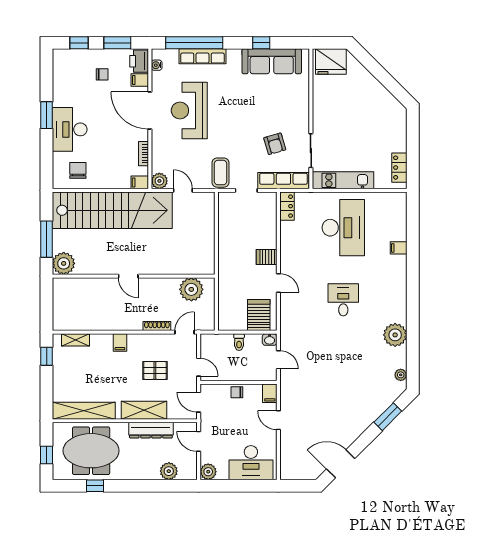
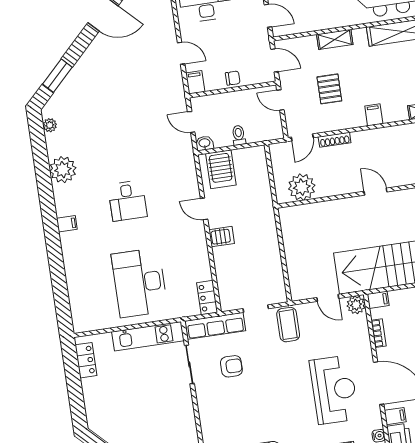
armchair: (275, 144) -> (231, 366), turned 106
filing cabinet: (399, 248) -> (67, 224), moved
pallet: (155, 370) -> (329, 89), turned 90
shelving: (144, 410) -> (335, 39), width x0.67, depth x0.75
dresser: (151, 430) -> (324, 21), removed

